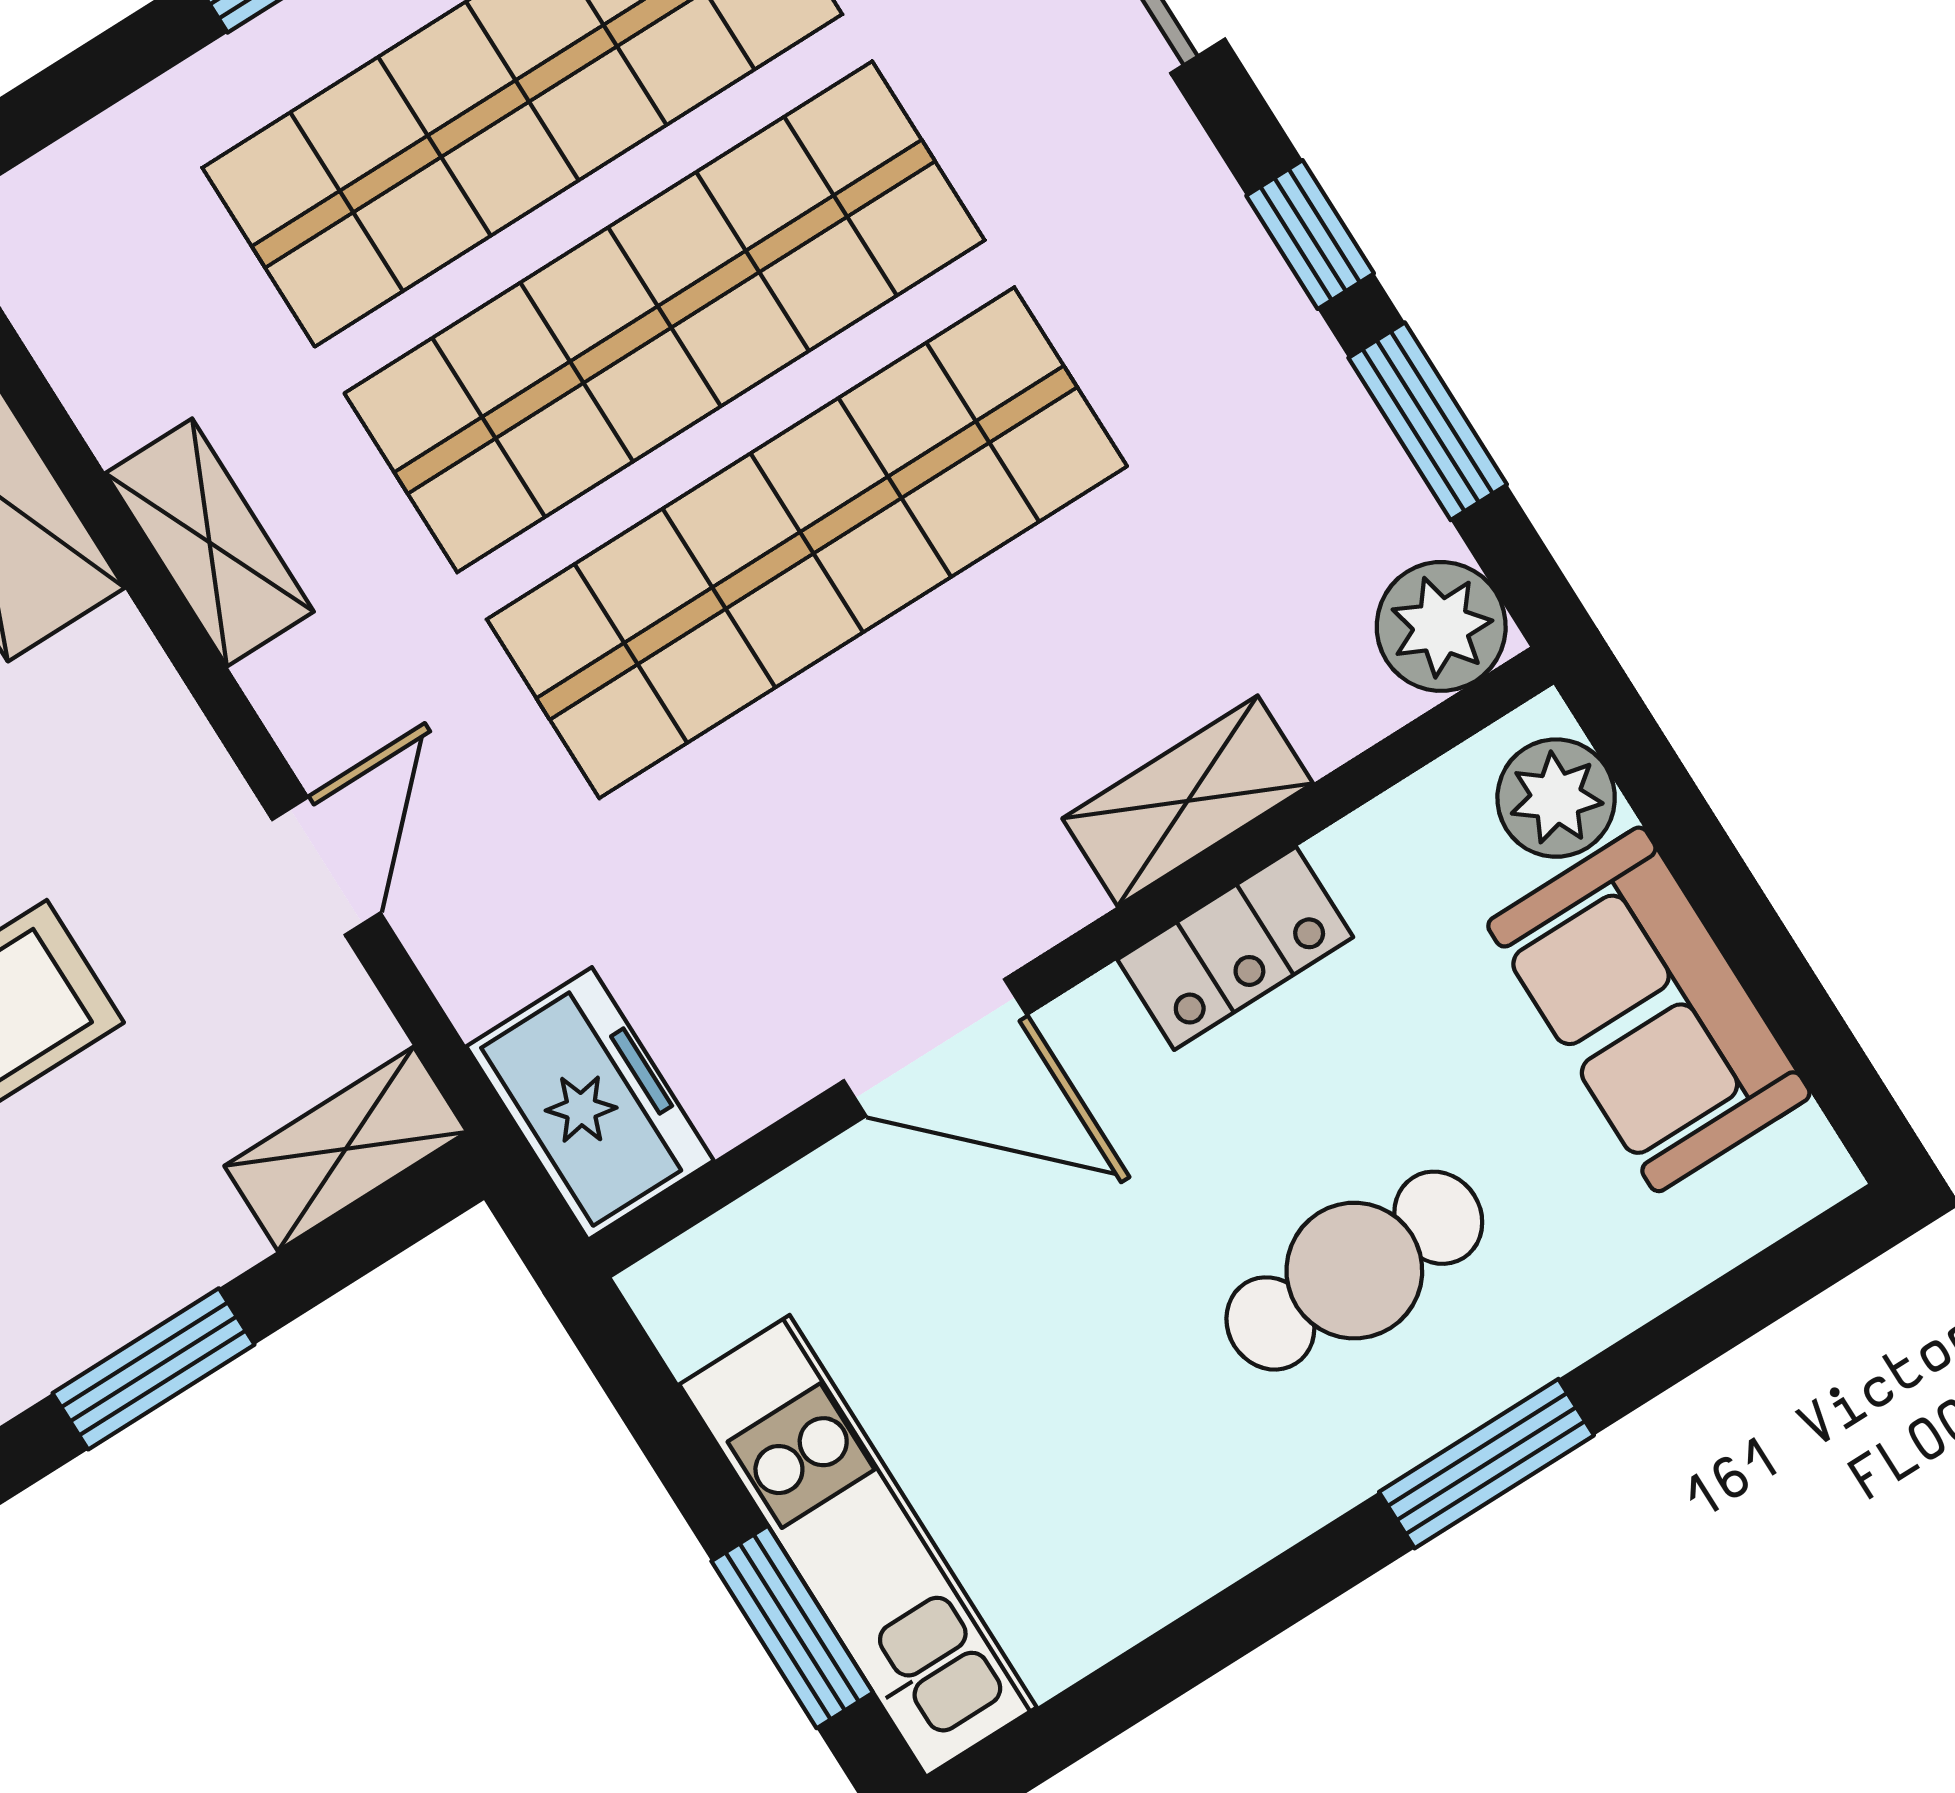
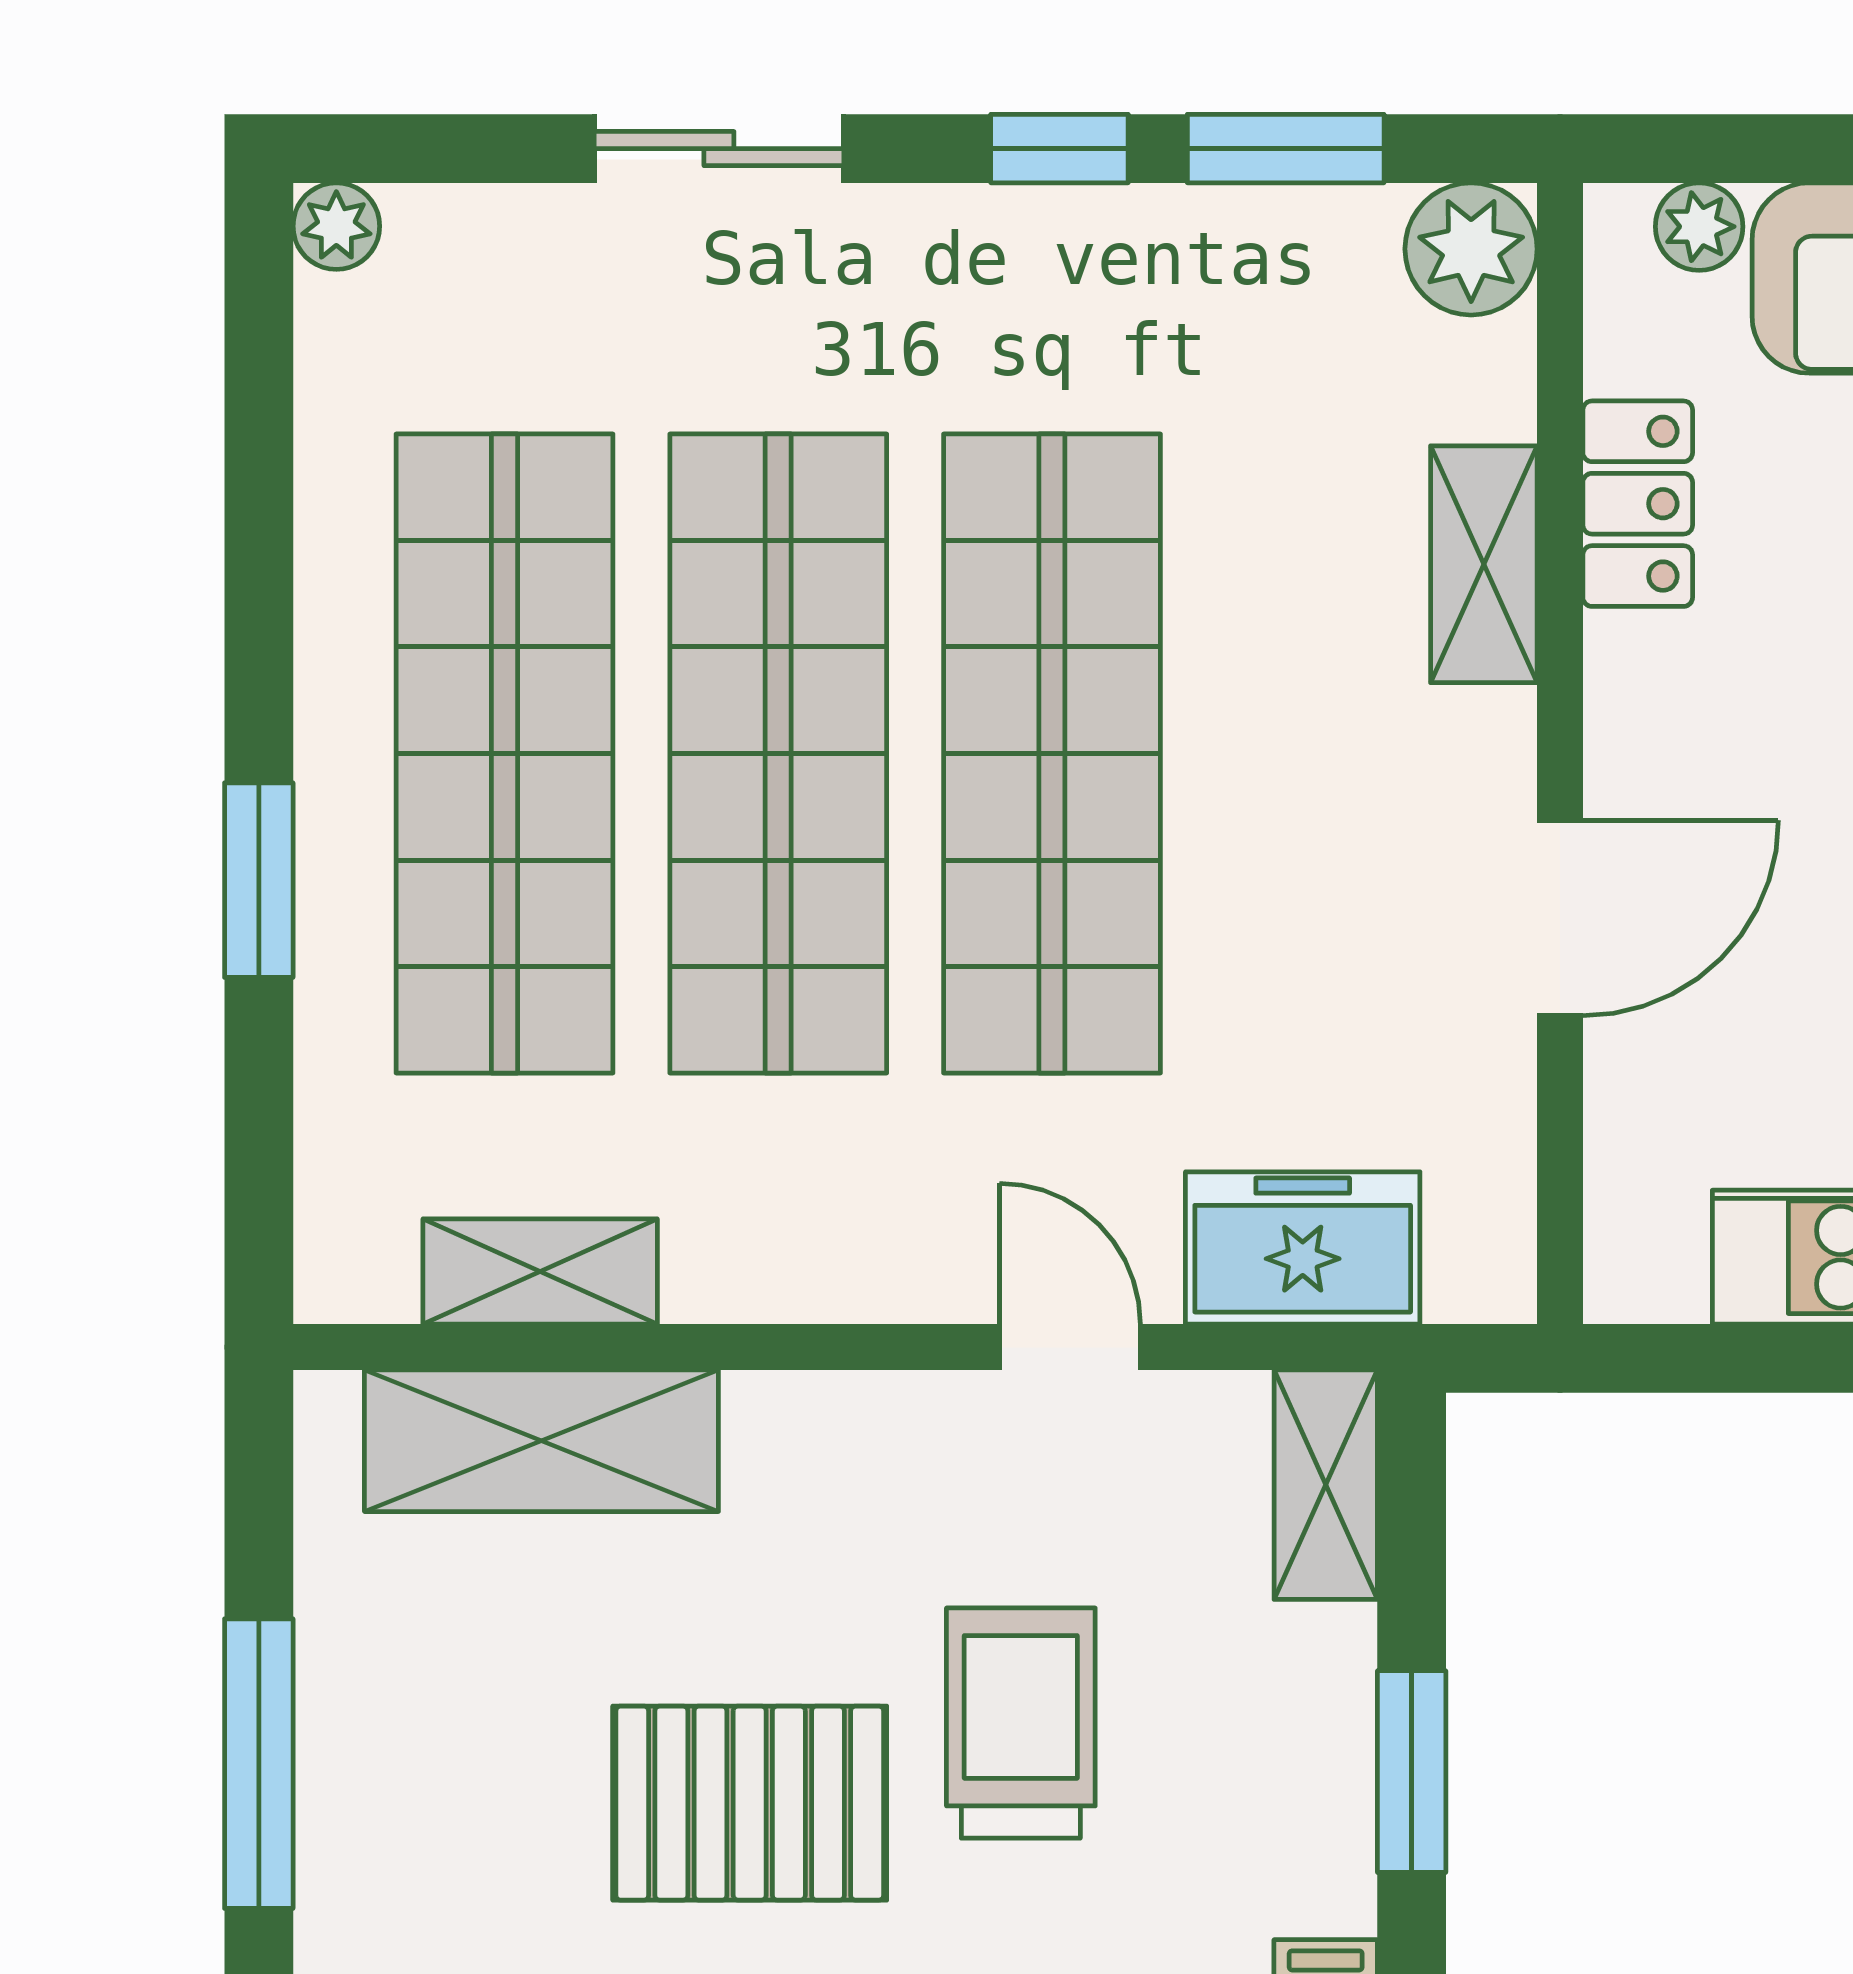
shelving: (210, 542) -> (540, 1272), moved
plant: (1556, 798) -> (1699, 227), width x0.73, depth x0.73
locker: (1235, 948) -> (1638, 504), moved
freezer: (590, 1104) -> (1303, 1248), moved

